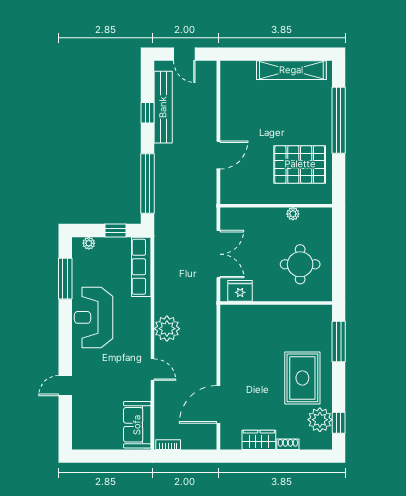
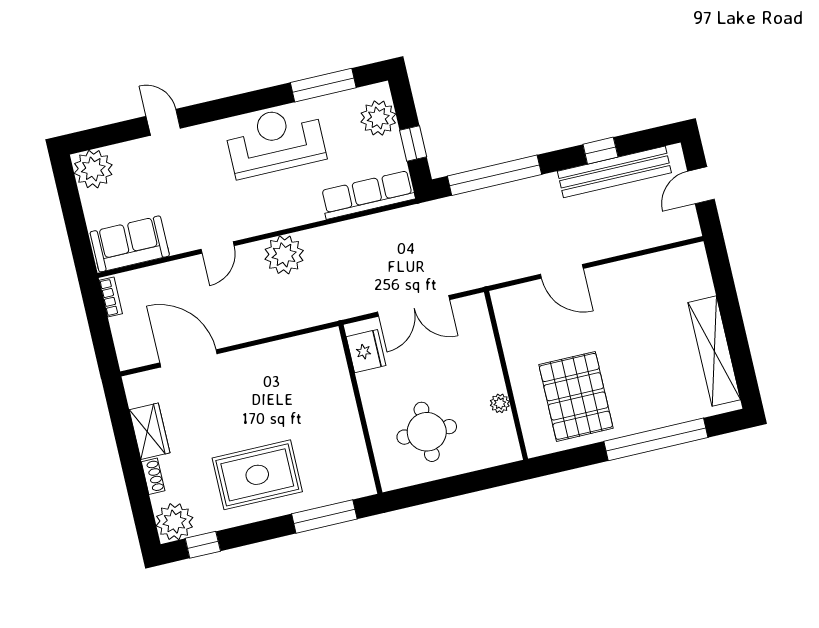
plant: (89, 243) -> (378, 118), width x1.87, depth x1.87
plant: (320, 420) -> (174, 522), moved
plant: (84, 437) -> (93, 169), added

